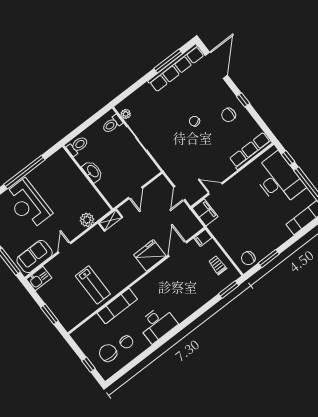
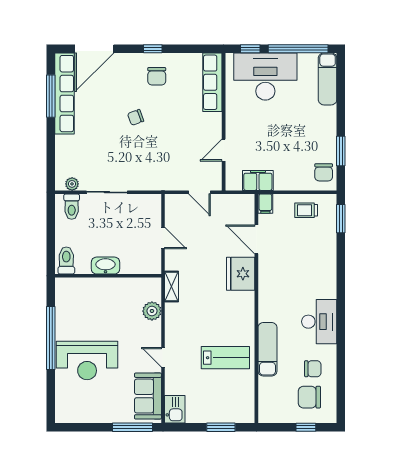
door: (216, 65) -> (94, 49), swing flipped
filing cabinet: (205, 212) -> (258, 180), moved

